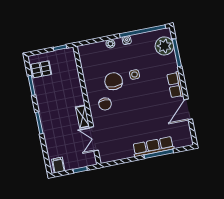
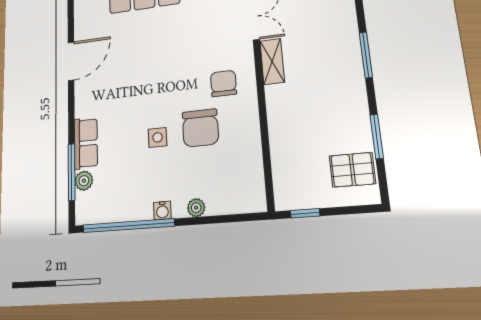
plant: (164, 46) -> (84, 181), width x0.53, depth x0.53
row of seats: (175, 85) -> (86, 143), moved

